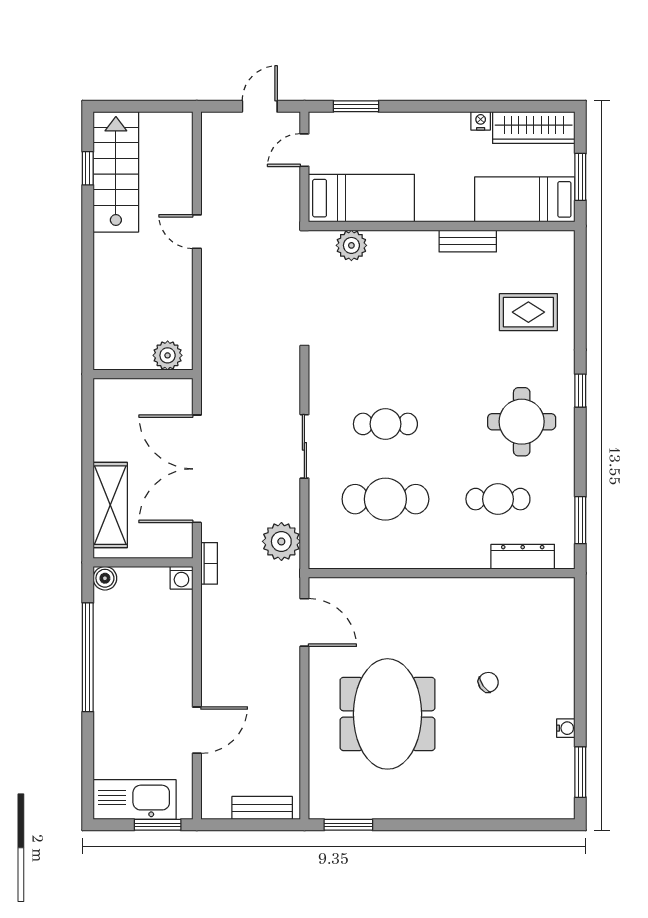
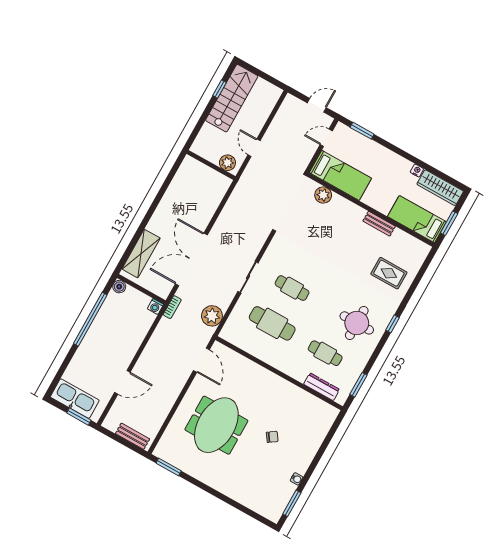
plant: (168, 355) -> (227, 163), moved
wall: (143, 374) -> (211, 165), moved

